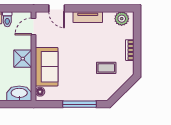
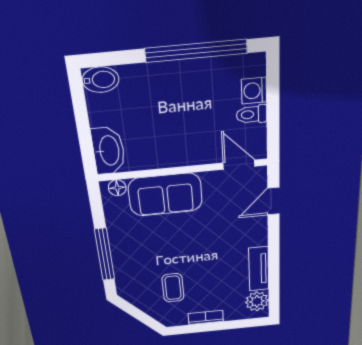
tv unit: (88, 17) -> (259, 269), moved
shower: (23, 59) -> (177, 151), removed

